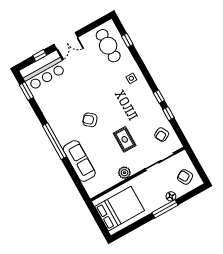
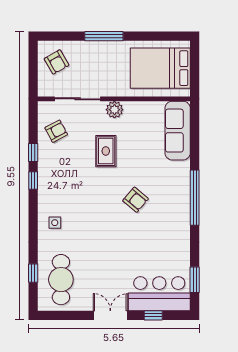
sofa: (79, 161) -> (178, 131), moved
plant: (124, 173) -> (114, 110), moved
floor lamp: (171, 196) -> (88, 48), removed

